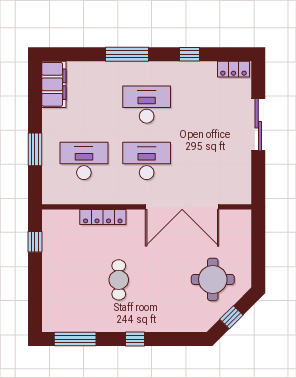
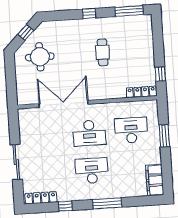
locker: (233, 69) -> (41, 198), width x1.53
desk: (147, 105) -> (92, 171), turned 180
desk: (84, 161) -> (131, 130), turned 180
locker: (103, 217) -> (141, 92), moved

